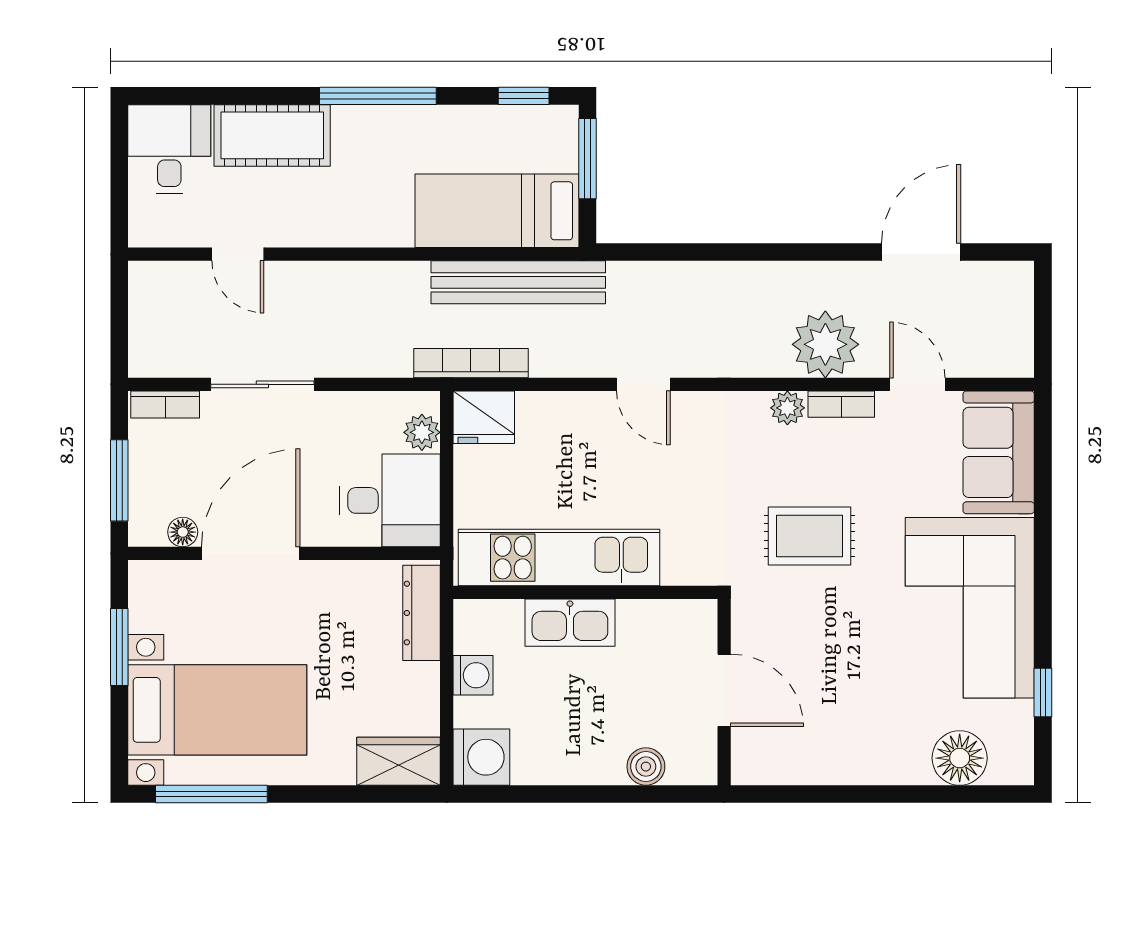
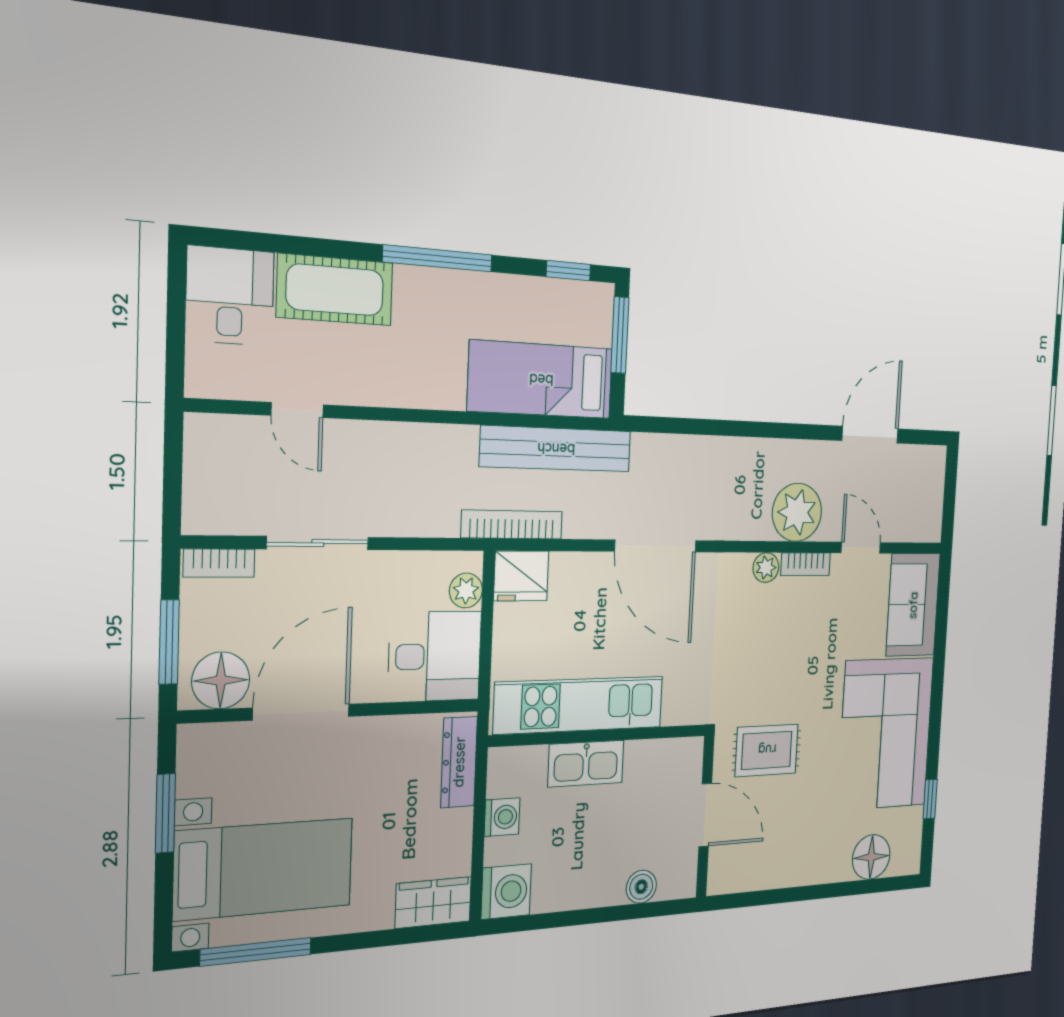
door: (643, 384) -> (656, 546), width x1.88
floor lamp: (183, 532) -> (221, 680), width x1.89, depth x1.89
rug: (809, 536) -> (767, 750), moved

